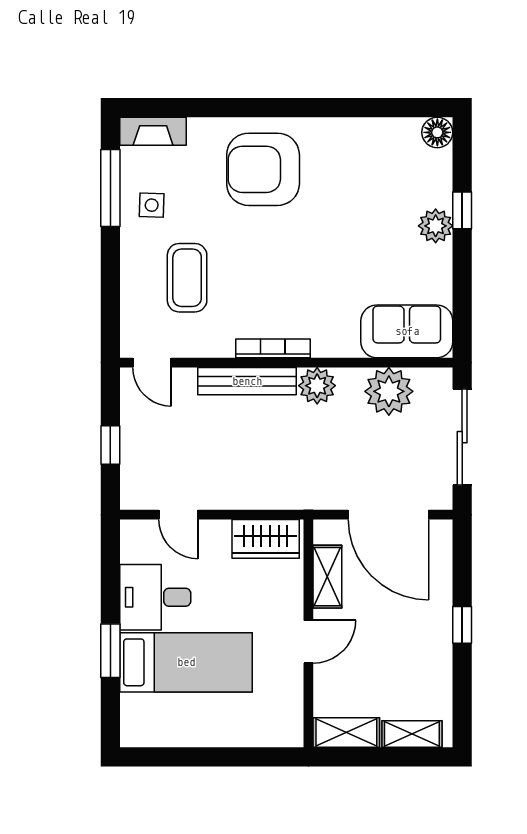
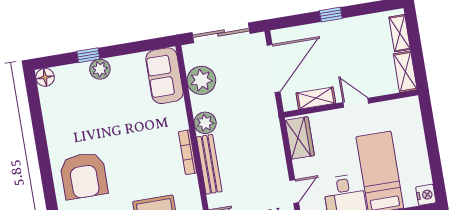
nightstand: (136, 733) -> (426, 195), added

